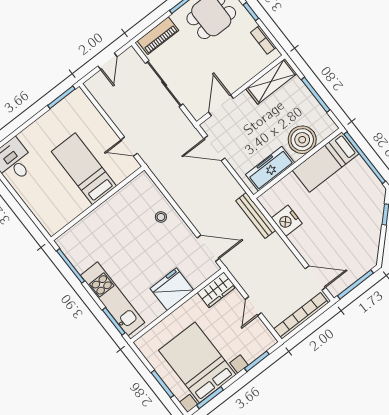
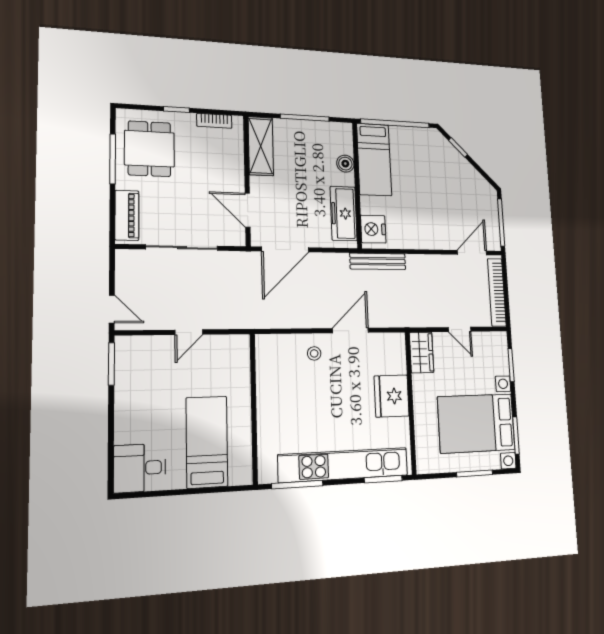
door: (107, 61) -> (112, 309), moved
boiler: (302, 140) -> (345, 164), width x0.54, depth x0.54
door: (129, 147) -> (189, 332), moved
door: (214, 148) -> (285, 249), width x1.36
bed: (84, 169) -> (207, 442), moved, turned 90
nightstand: (287, 221) -> (373, 229), moved, turned 90
door: (208, 248) -> (350, 330), moved
kitchen unit: (113, 299) -> (344, 465), width x1.36

